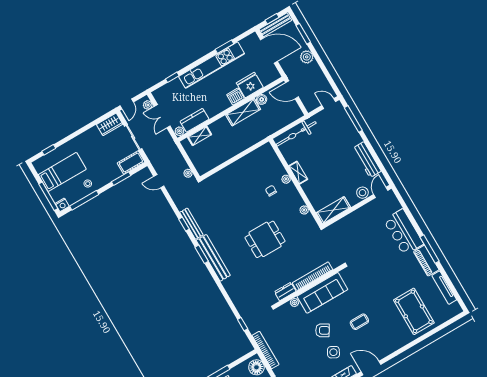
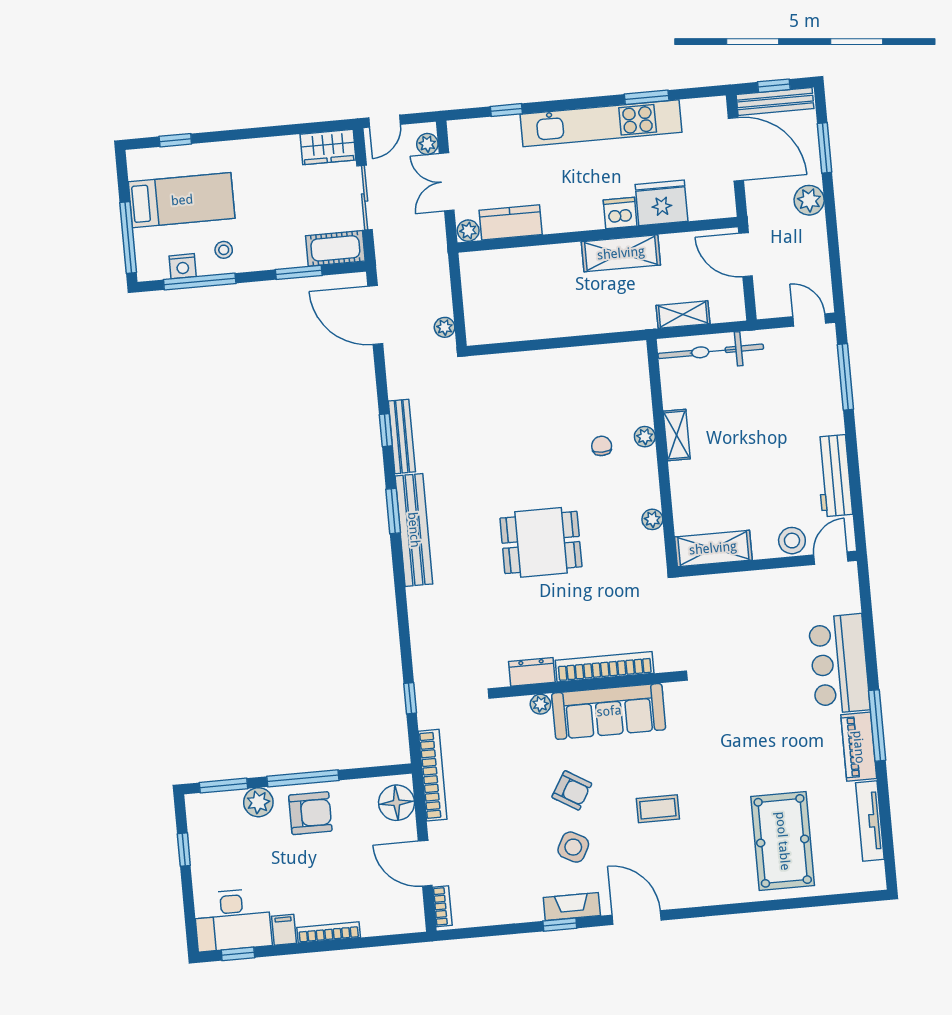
boiler: (262, 99) -> (672, 245), removed
shelving: (200, 136) -> (683, 315), moved
door: (159, 181) -> (375, 315), width x1.87
nightstand: (62, 205) -> (183, 266), moved

